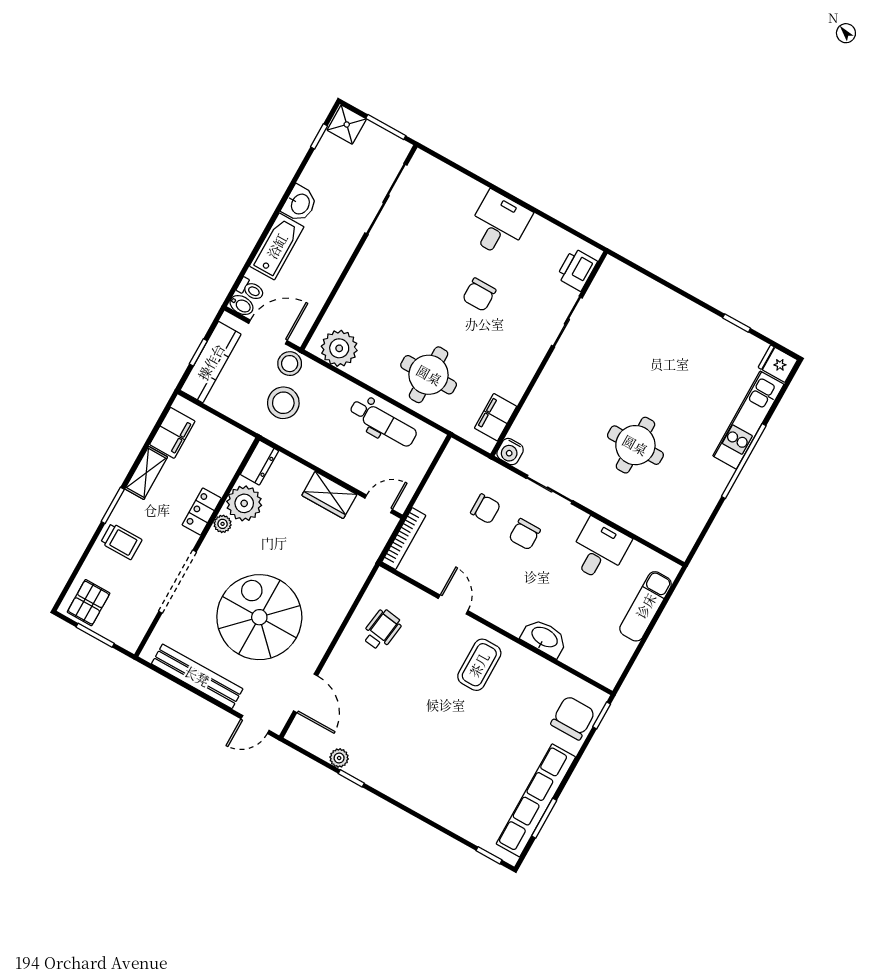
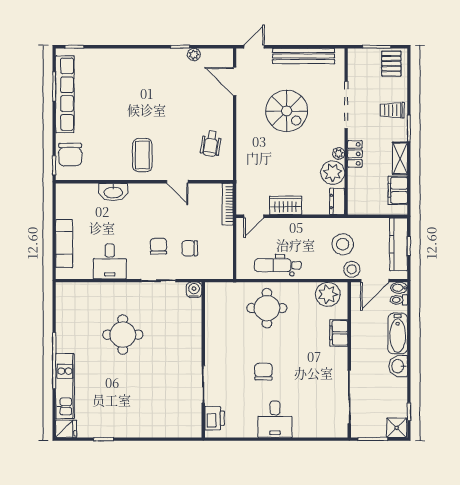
filing cabinet: (496, 417) -> (339, 333), moved, turned 180
spiral stairs: (259, 617) -> (287, 111), width x0.73, depth x0.73

